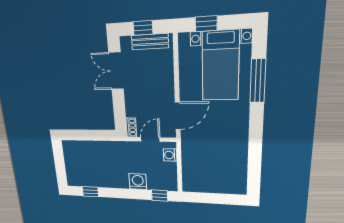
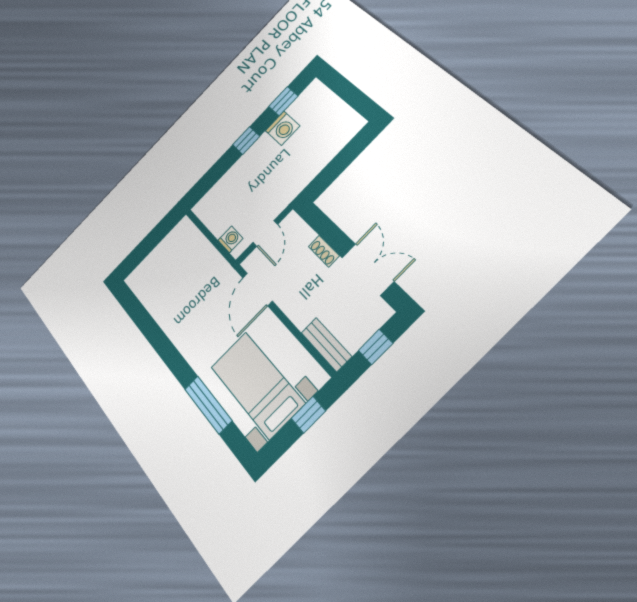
bench: (150, 42) -> (326, 345), moved, turned 90
shoe rack: (131, 128) -> (324, 251), moved
washing machine: (138, 182) -> (283, 128), moved
window: (160, 195) -> (246, 141), moved

